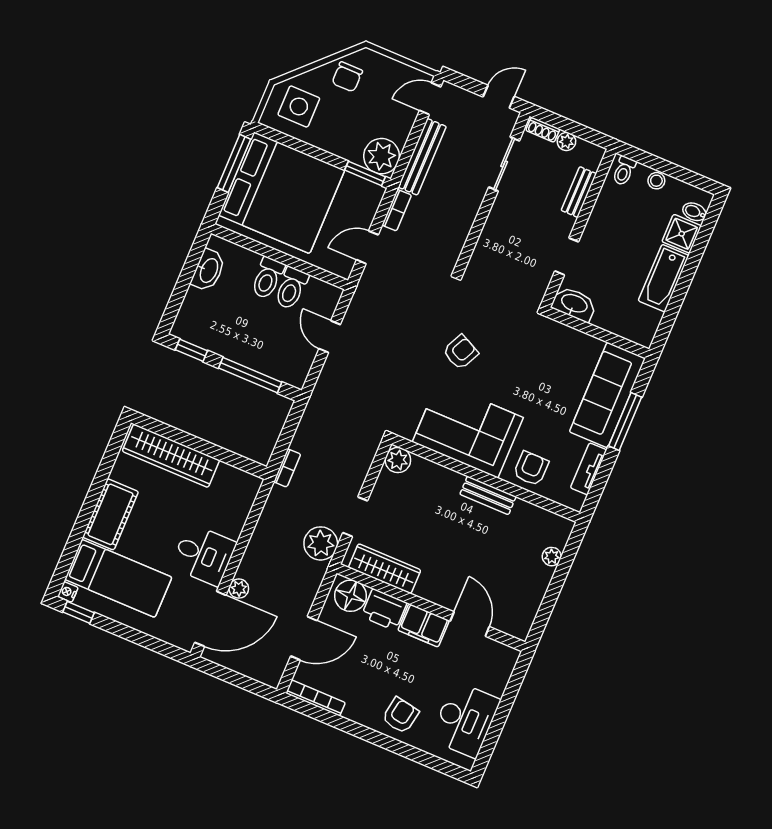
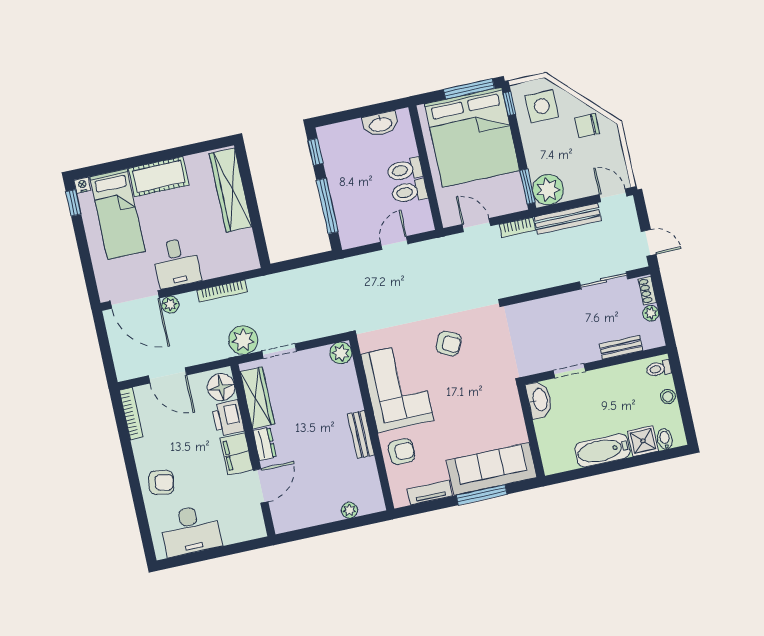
window: (275, 135) -> (509, 104), added
bookcase: (287, 468) -> (222, 291), moved, width x1.56
dresser: (433, 592) -> (265, 444), added

